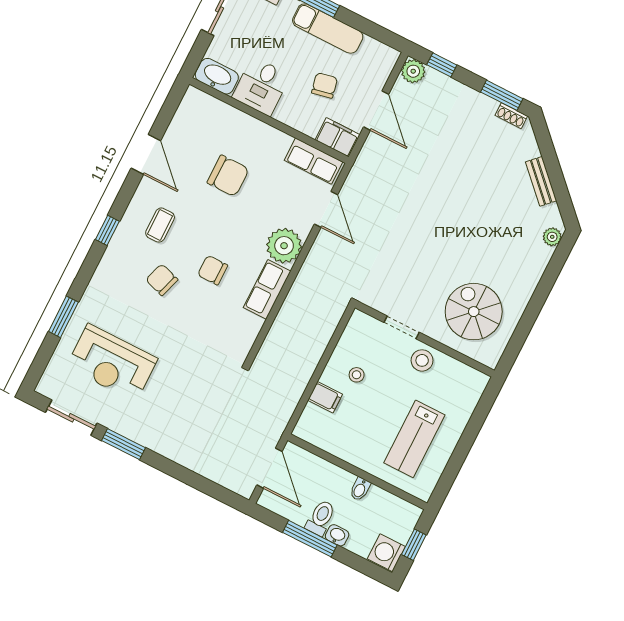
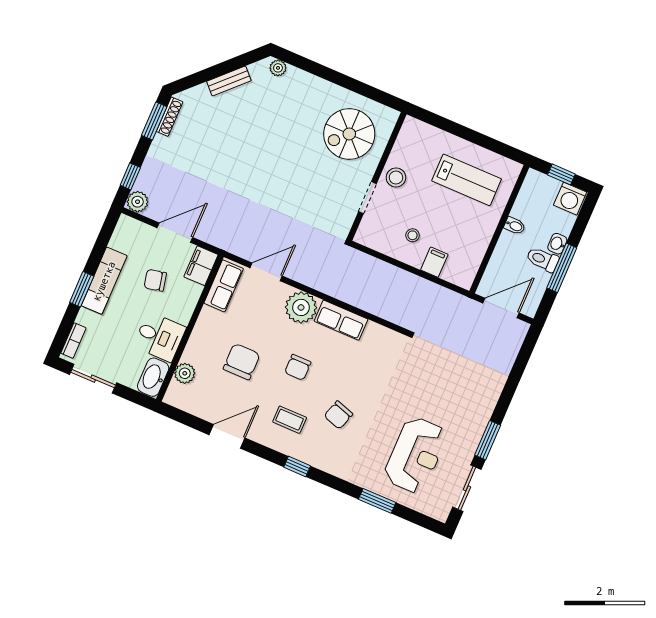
plant: (219, 112) -> (185, 373), added
shoe rack: (511, 116) -> (170, 117), width x1.43
chair: (213, 270) -> (298, 367), moved

